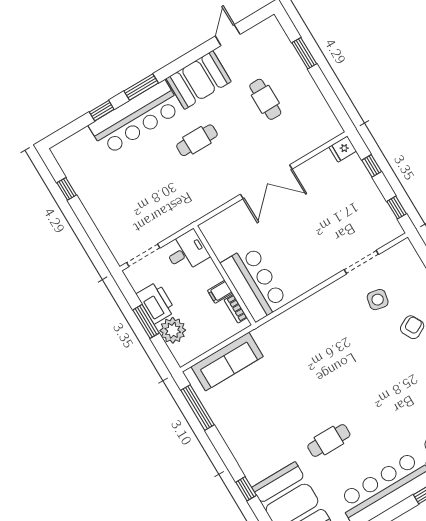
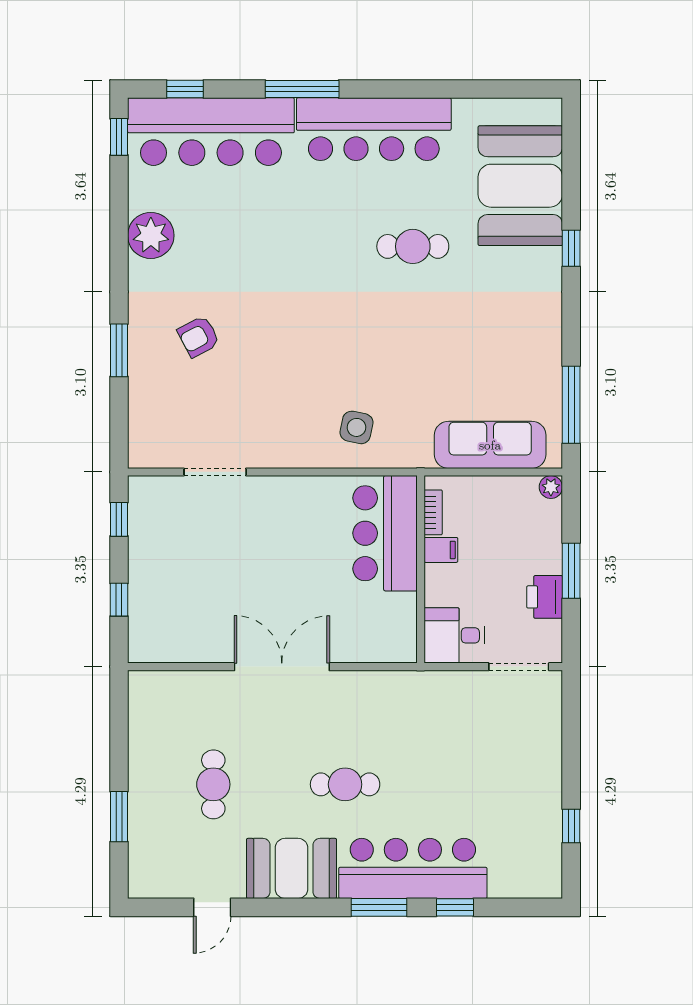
fridge: (343, 149) -> (146, 648), removed
side table: (378, 300) -> (356, 427), moved
printer: (156, 303) -> (545, 597), width x0.73, depth x0.84
plant: (173, 330) -> (551, 487), moved, width x0.53, depth x0.53

